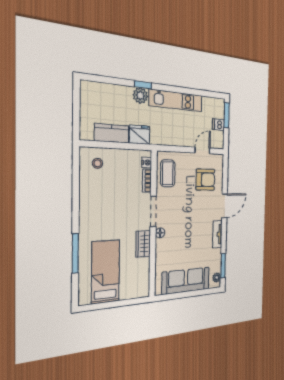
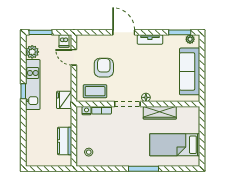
window: (143, 85) -> (23, 91), moved
plant: (140, 96) -> (32, 52), moved
dishwasher: (218, 125) -> (64, 41), moved
fridge: (140, 135) -> (64, 100), moved
armchair: (205, 180) -> (104, 68), moved
wardrobe: (143, 244) -> (160, 113), width x1.50
window: (75, 253) -> (143, 169), moved

